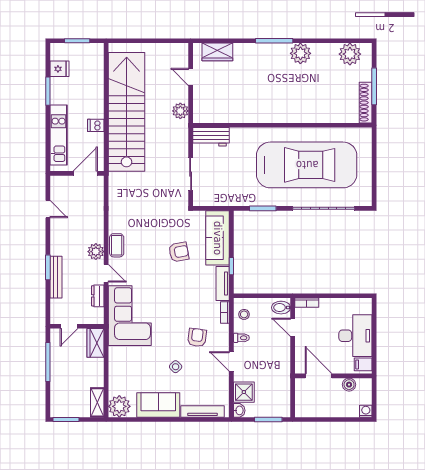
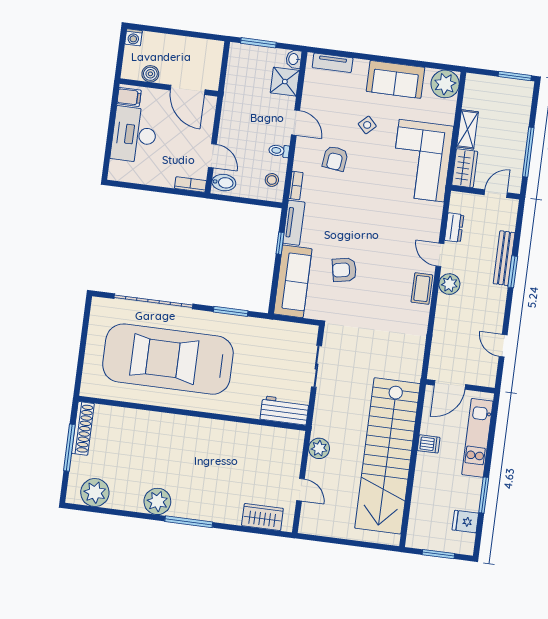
corner sofa: (130, 316) -> (422, 161), moved
shelving: (97, 402) -> (468, 129), moved
tv unit: (202, 411) -> (333, 63), width x0.71

